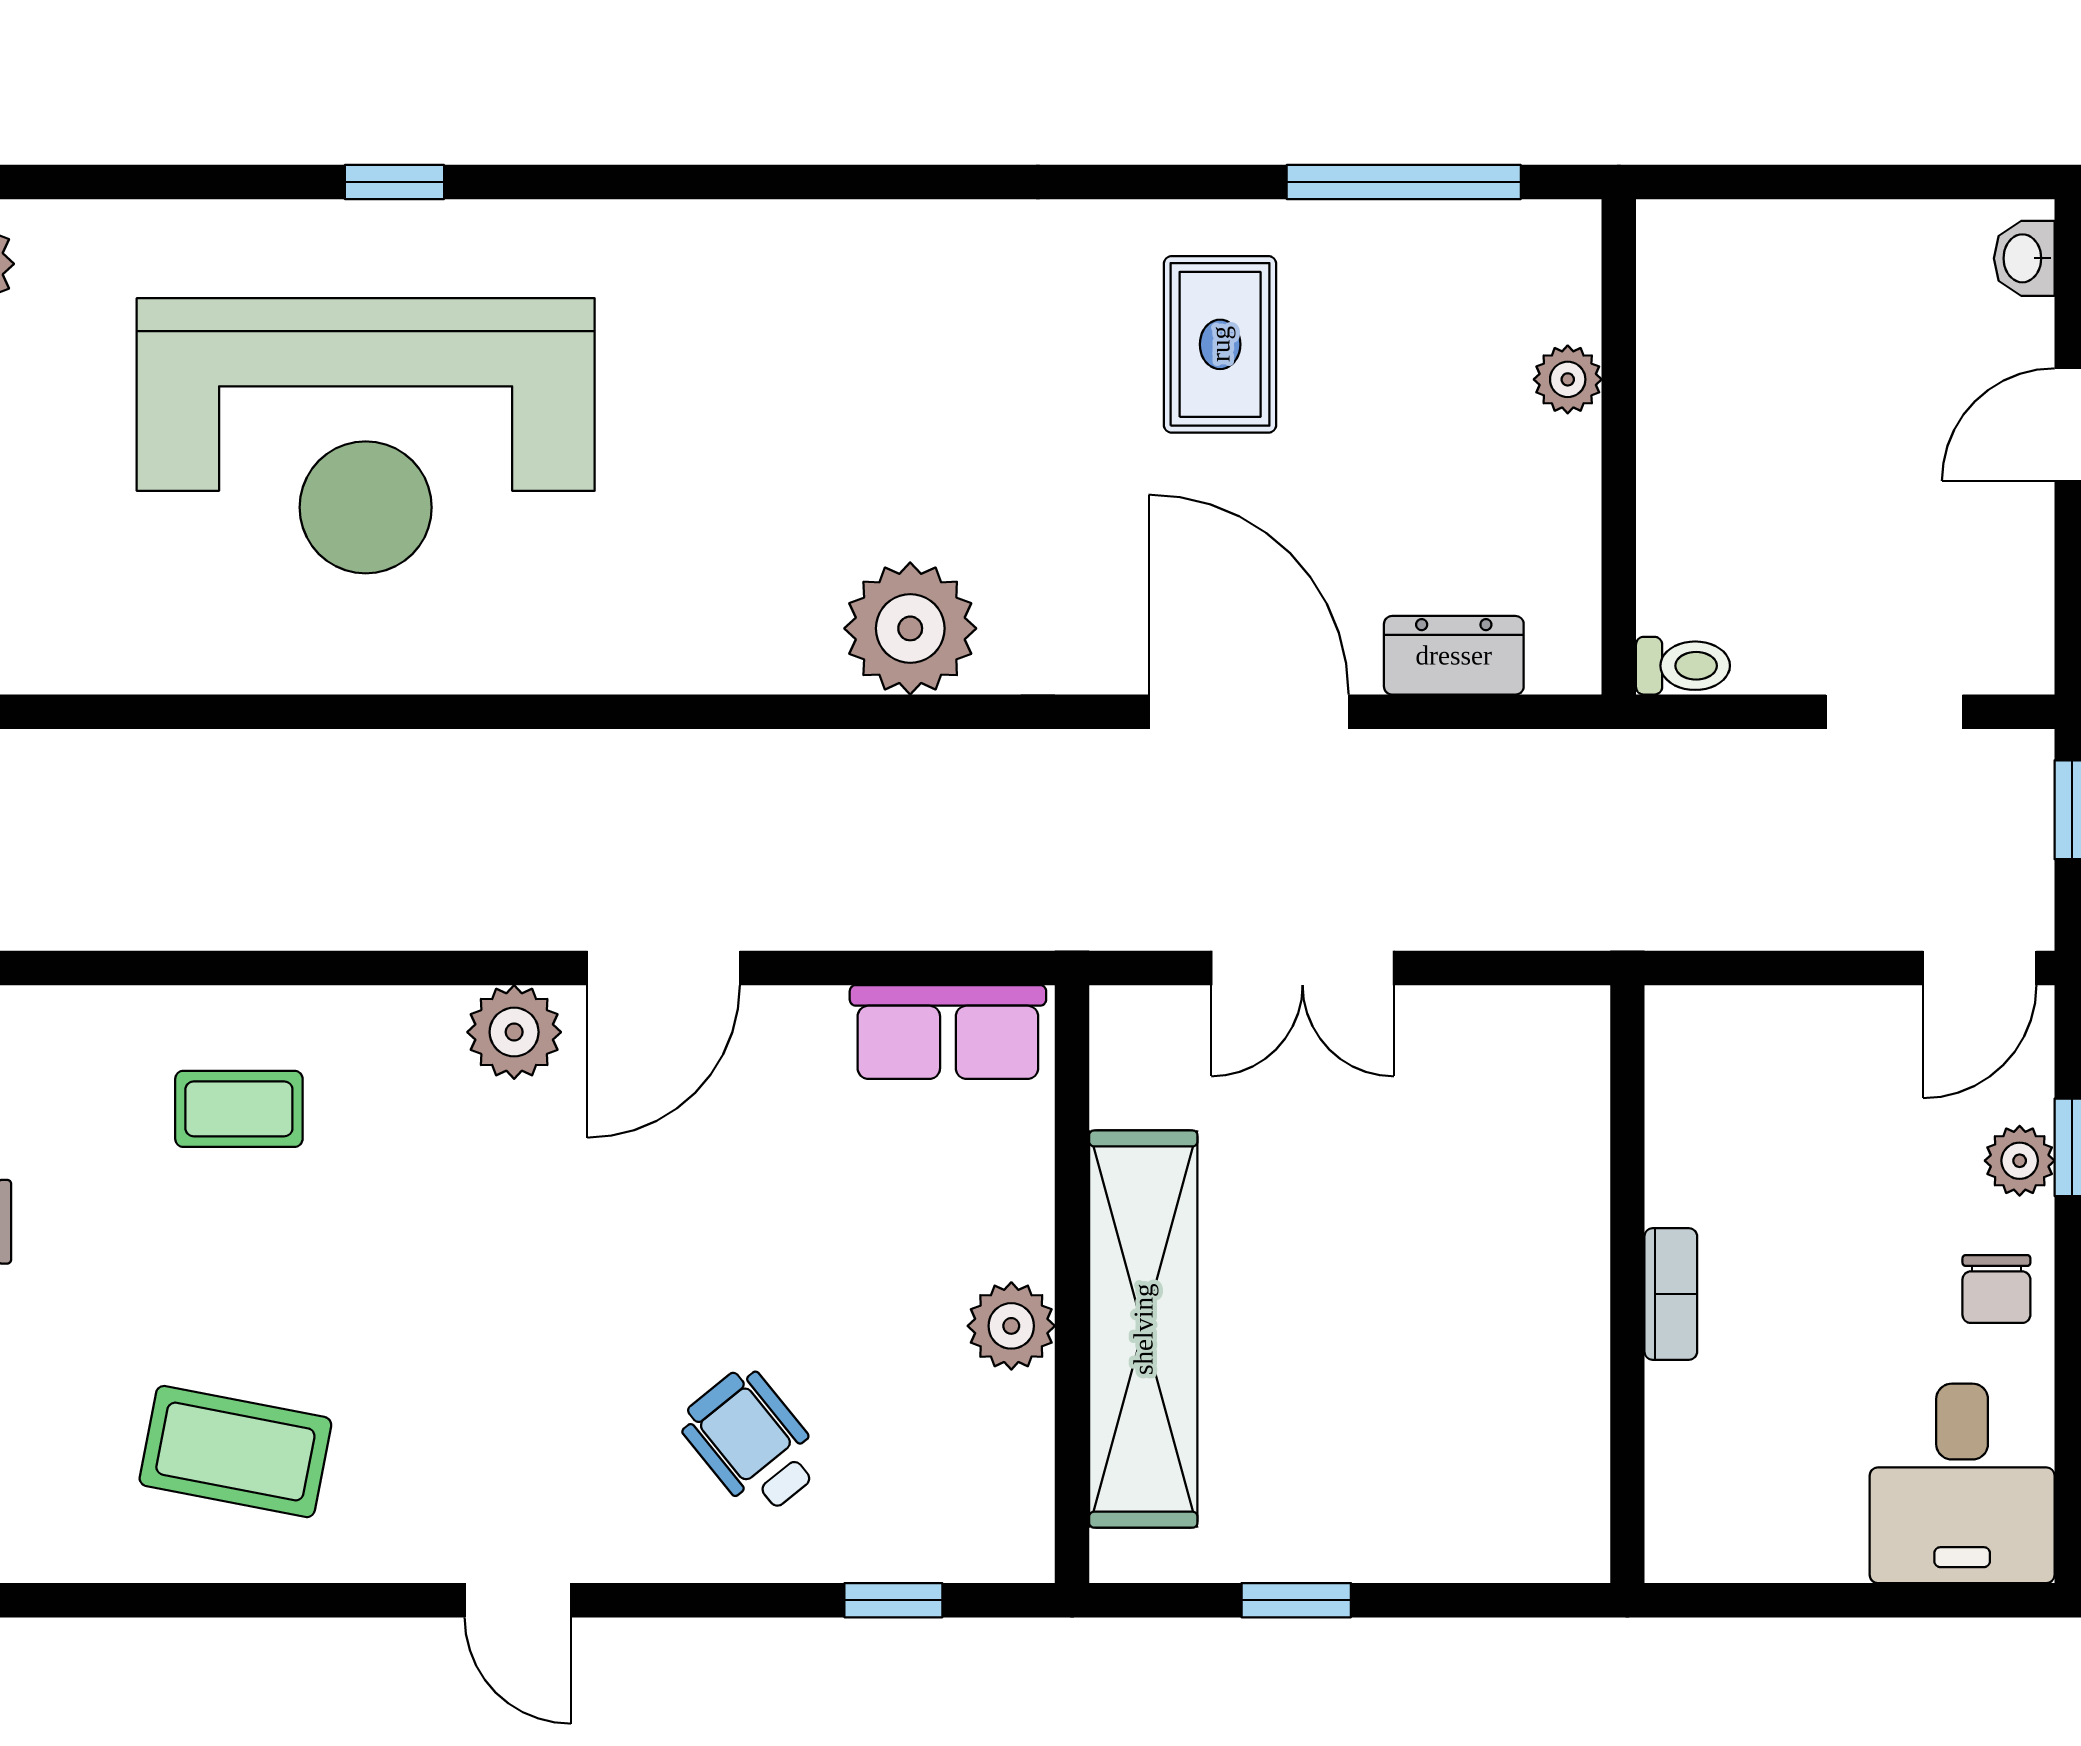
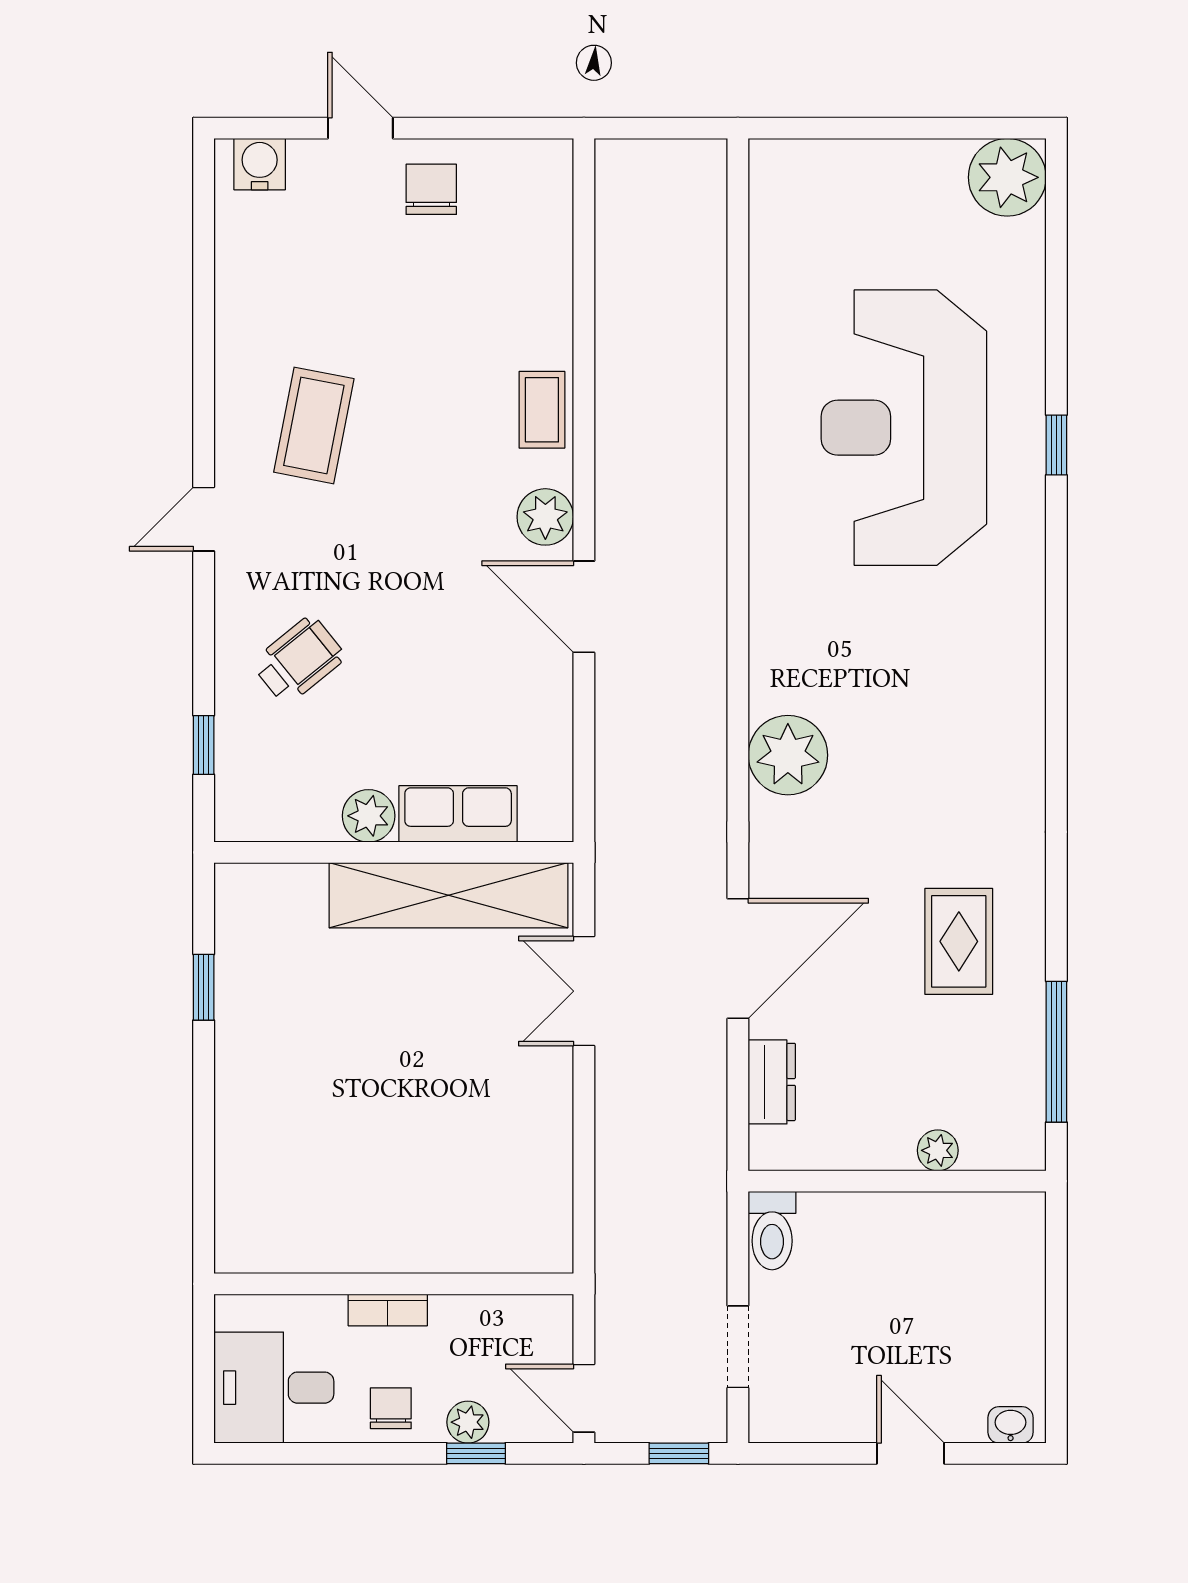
rug: (1220, 344) -> (959, 941), turned 90
toilet: (1683, 666) -> (772, 1231), width x1.37, depth x1.39
row of seats: (948, 1032) -> (458, 814), moved, turned 90
coffee table: (239, 1109) -> (542, 410), moved
wall: (1627, 1284) -> (394, 1284), moved
chair: (1996, 1289) -> (391, 1408), turned 90
bookcase: (1671, 1294) -> (388, 1310), moved
shelving: (1143, 1329) -> (448, 895), moved
coffee table: (235, 1452) -> (314, 425), moved

